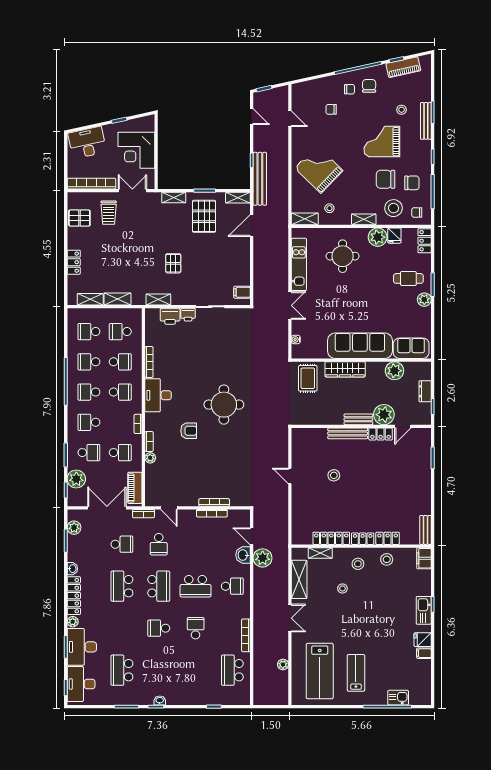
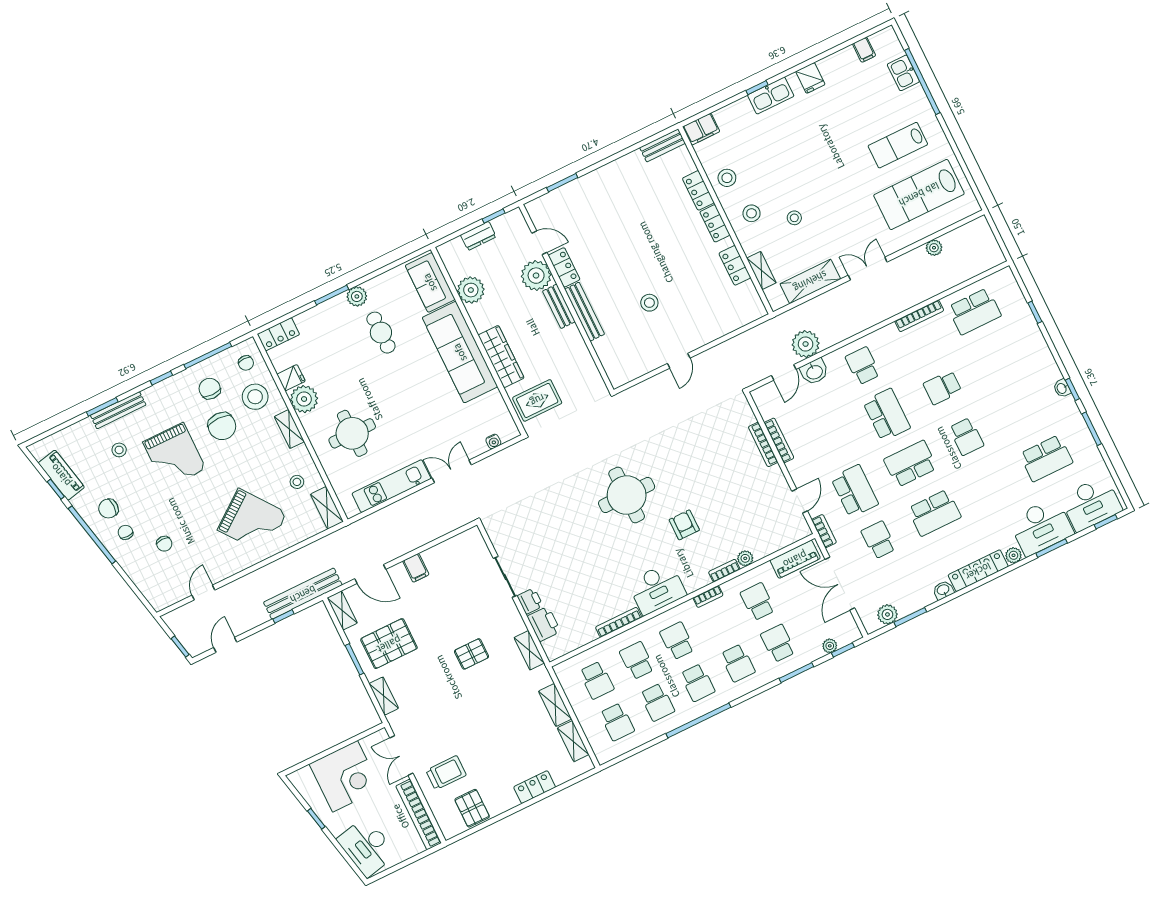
grand piano: (319, 169) -> (252, 521), turned -81
cafe table: (408, 278) -> (381, 333), moved
filing cabinet: (242, 292) -> (416, 568), moved
plant: (76, 479) -> (830, 646), width x0.53, depth x0.53
locker: (331, 538) -> (735, 265), width x0.66
school desk: (159, 544) -> (855, 491), width x1.85
filing cabinet: (424, 653) -> (864, 50), moved
lab bench: (320, 671) -> (919, 194), turned 180

